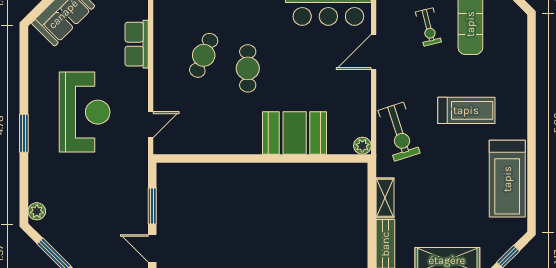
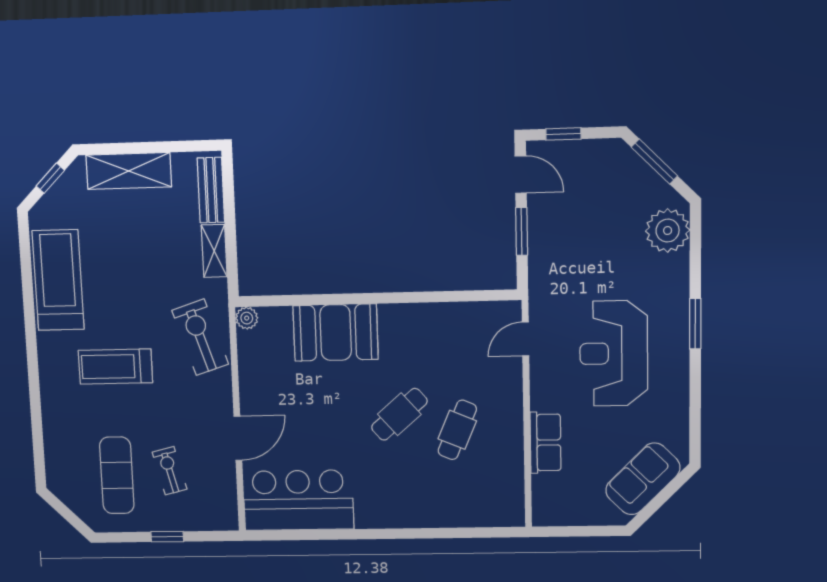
cafe table: (248, 68) -> (399, 414), turned 49
plant: (37, 211) -> (668, 231), width x1.87, depth x1.87

